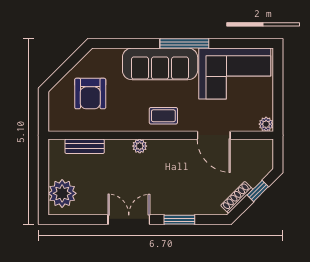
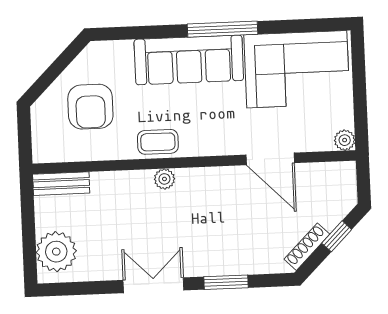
coffee table: (163, 116) -> (158, 142), moved
bench: (85, 146) -> (61, 184), moved

